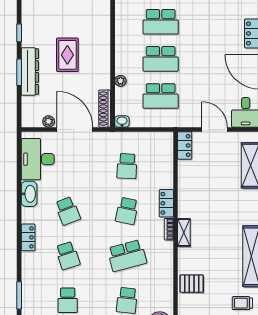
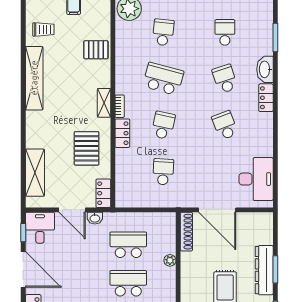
plant: (49, 121) -> (245, 218), removed
washbasin: (122, 121) -> (95, 218), moved
pallet: (201, 189) -> (87, 148), added
washbasin: (29, 194) -> (265, 69), moved
school desk: (127, 256) -> (163, 79), turned 30

